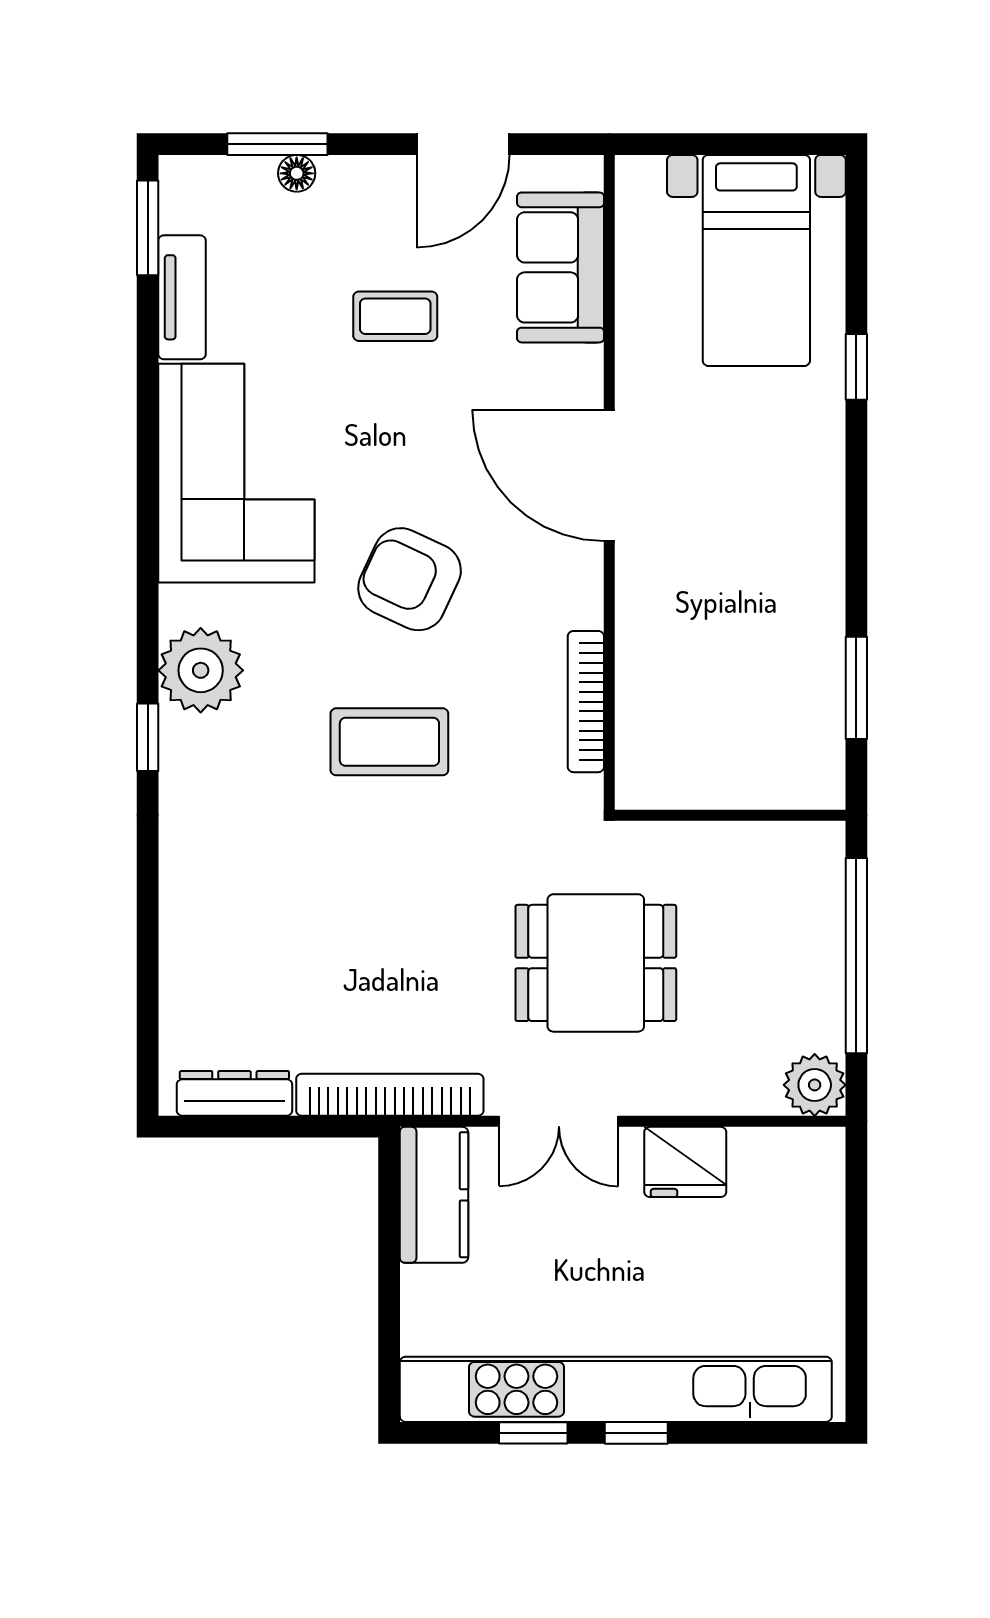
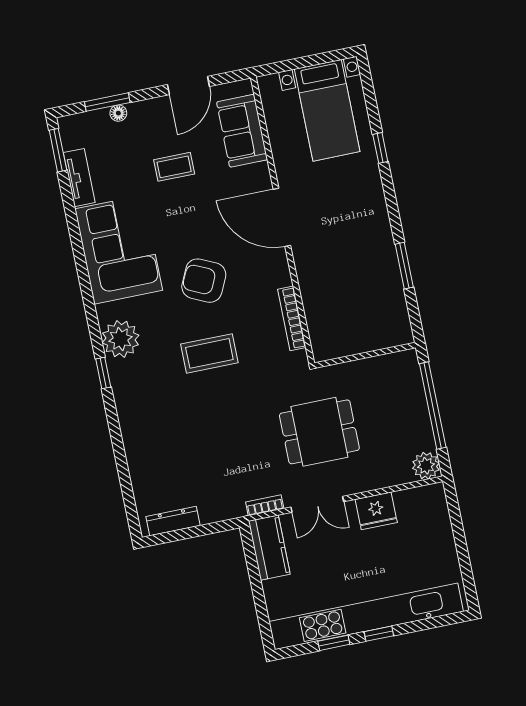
window: (856, 688) -> (404, 266), moved
bookcase: (390, 1095) -> (265, 505), width x0.43, depth x0.76

